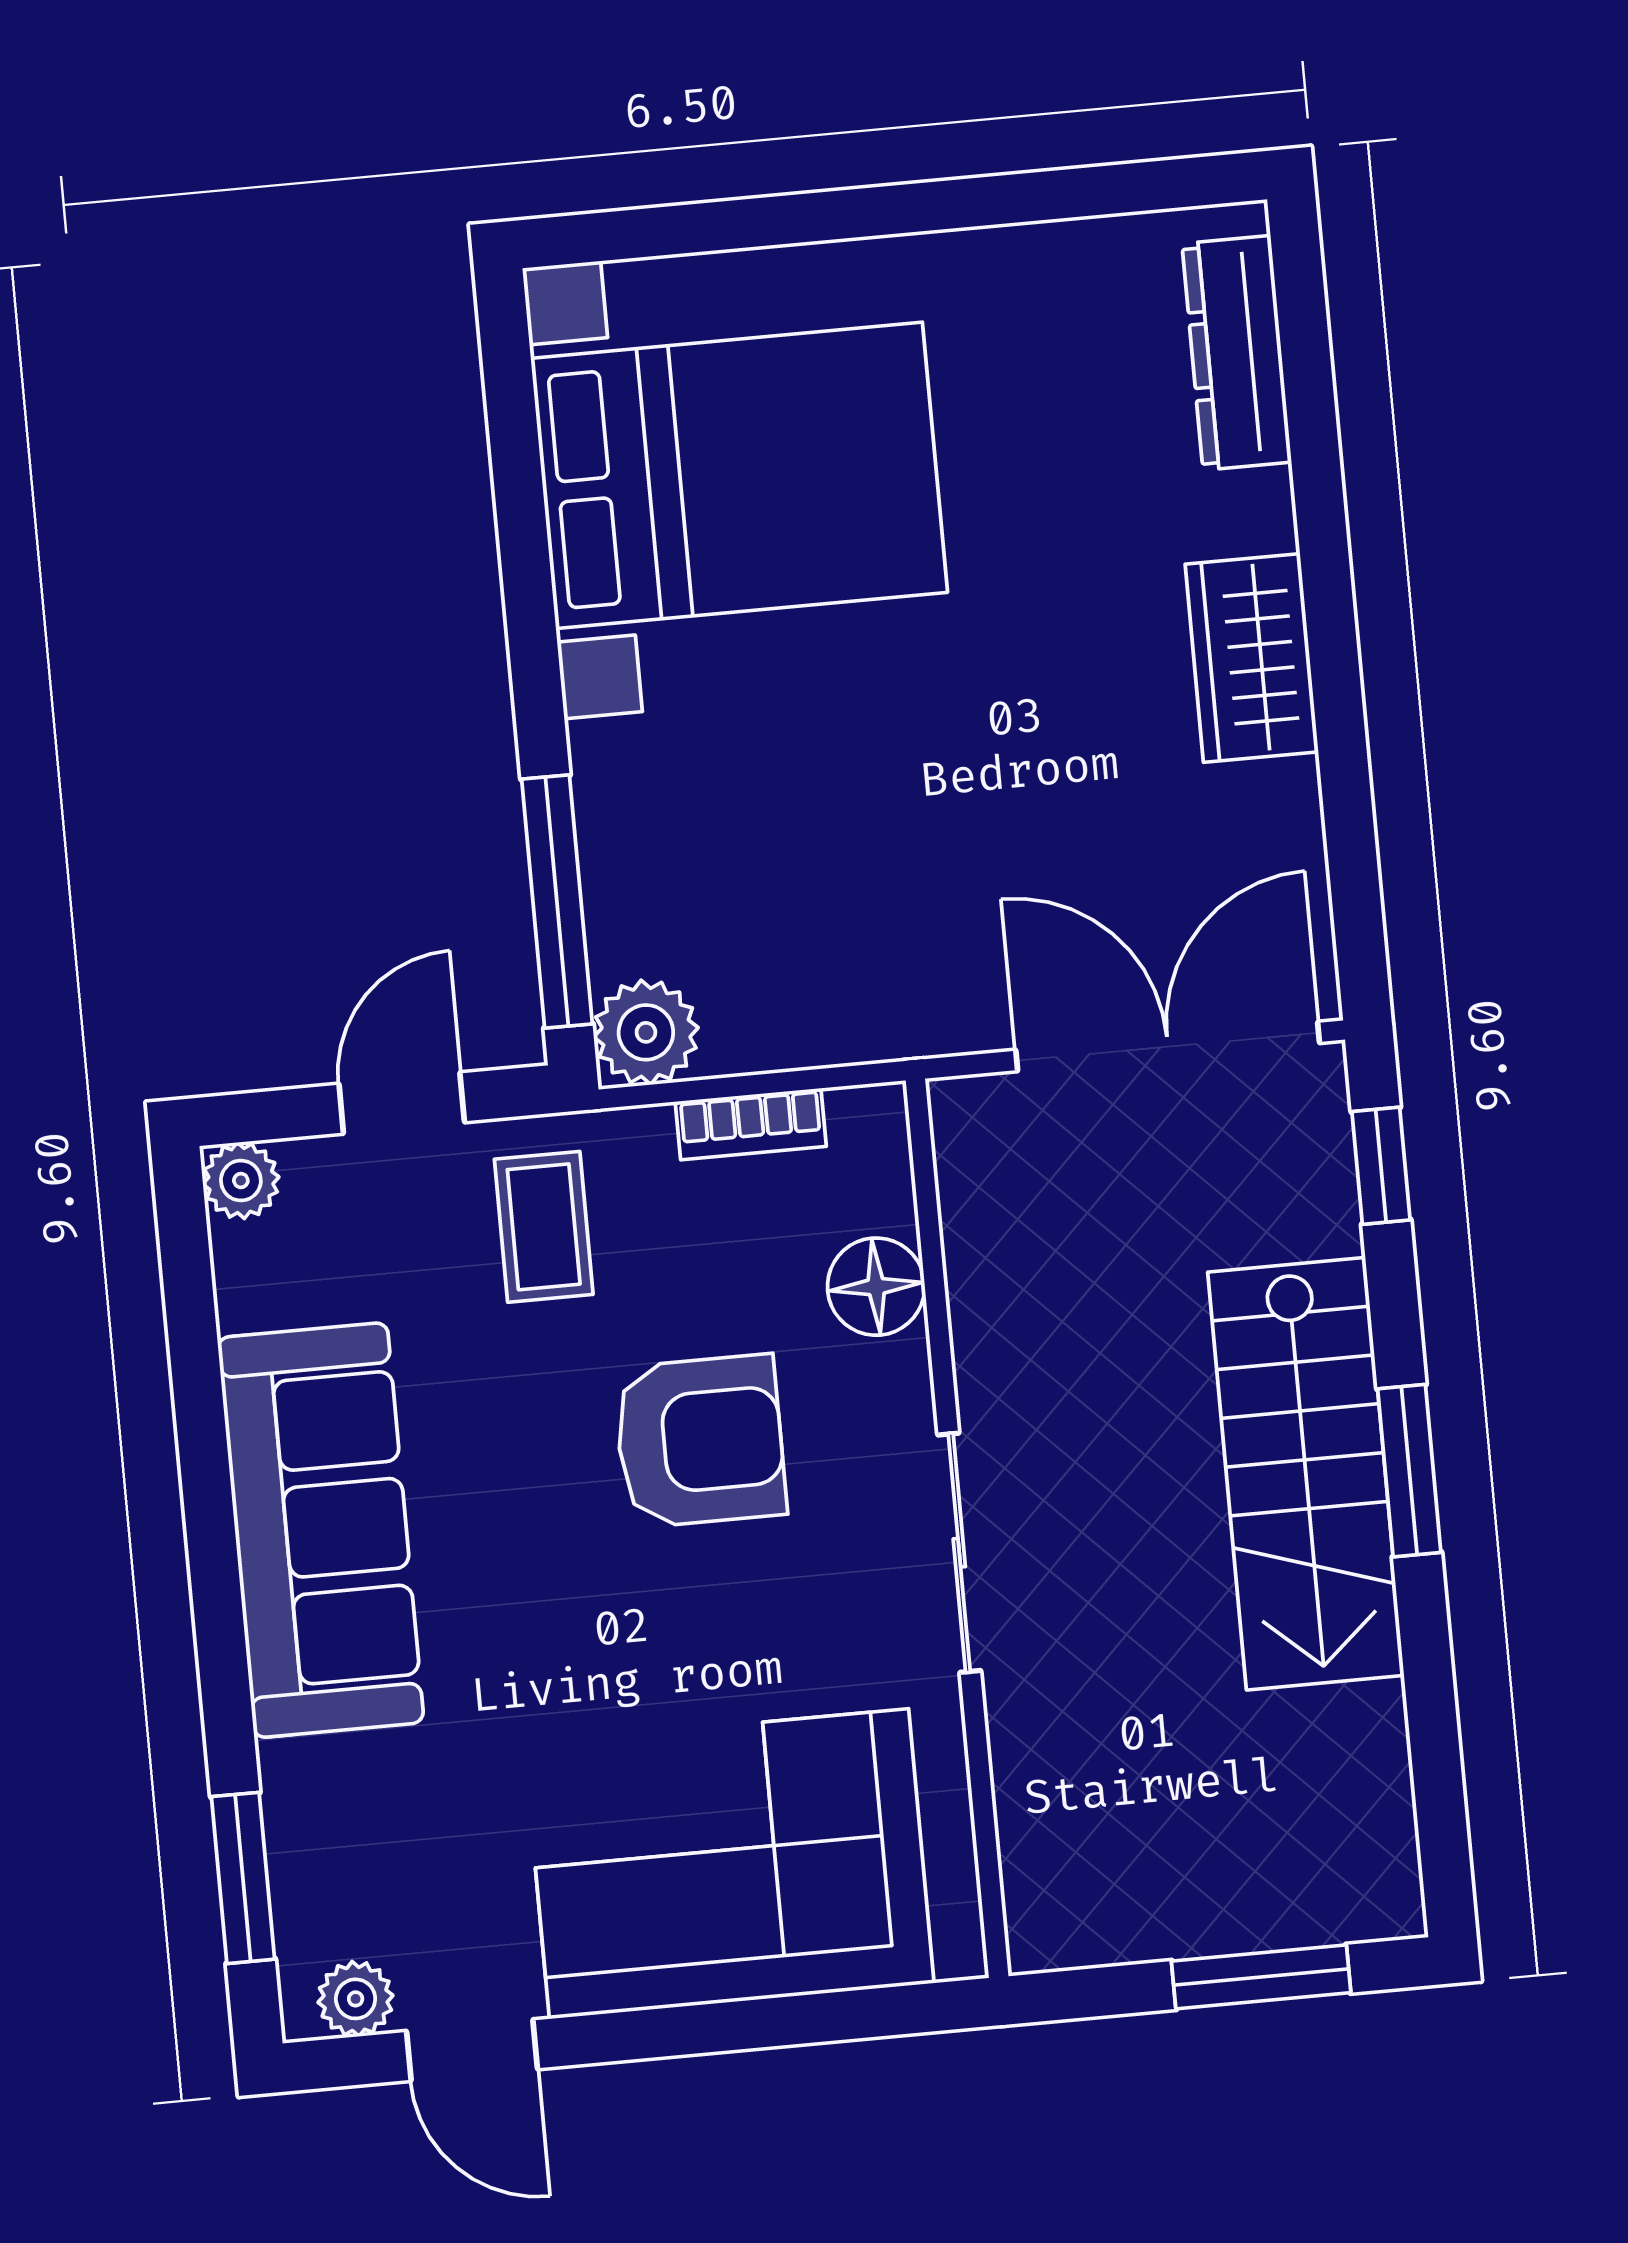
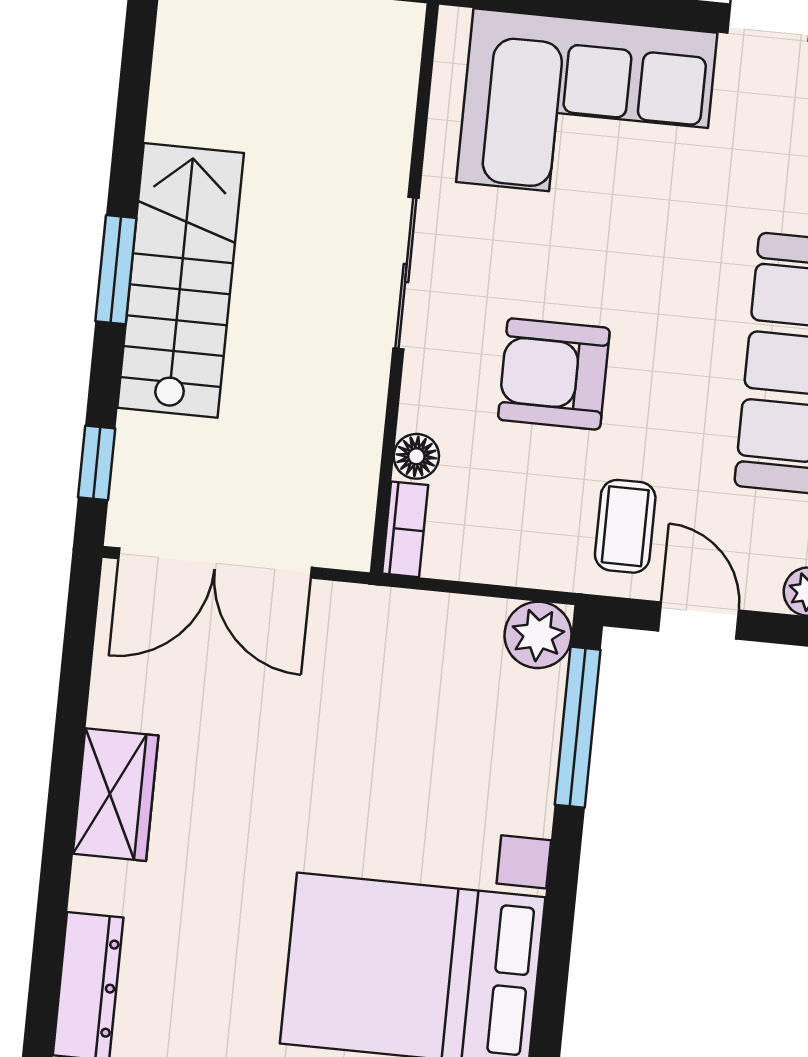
door: (402, 1103) -> (699, 620), swing flipped
bookcase: (751, 1124) -> (405, 529), moved, turned 90
floor lamp: (876, 1287) -> (416, 456), width x0.73, depth x0.73

